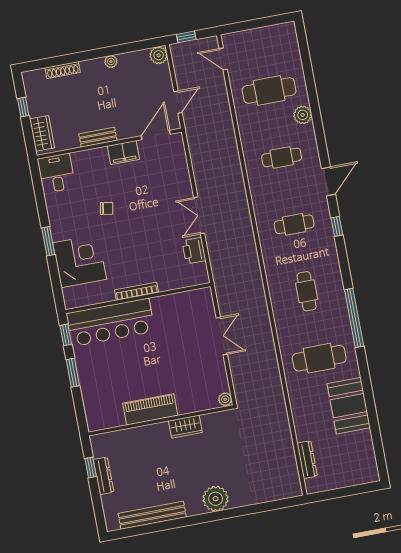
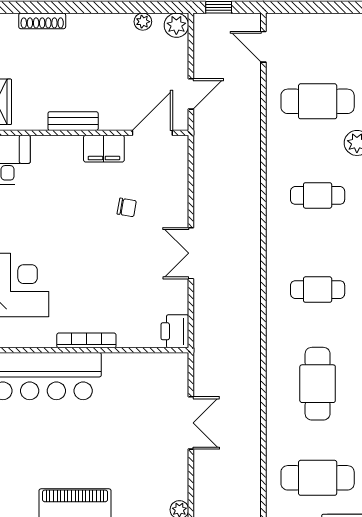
plant: (111, 61) -> (143, 22), moved
chair: (107, 208) -> (127, 207), moved
printer: (194, 251) -> (175, 331), moved
cafe table: (307, 291) -> (318, 384), width x1.37, depth x1.35

